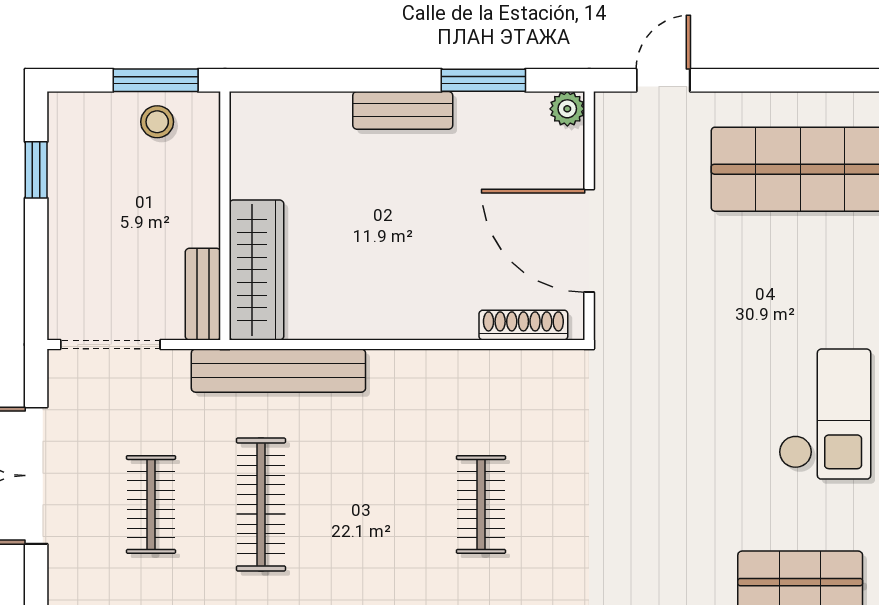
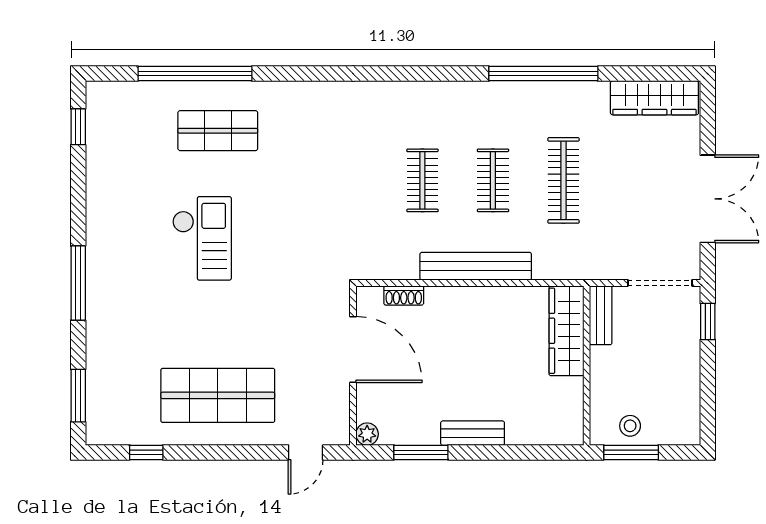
window: (36, 170) -> (708, 322), moved
shoe rack: (523, 325) -> (404, 295), width x0.70
bench: (278, 371) -> (476, 266), moved
checkout: (825, 414) -> (202, 238), turned 180
clothes rail: (151, 504) -> (493, 180), moved

